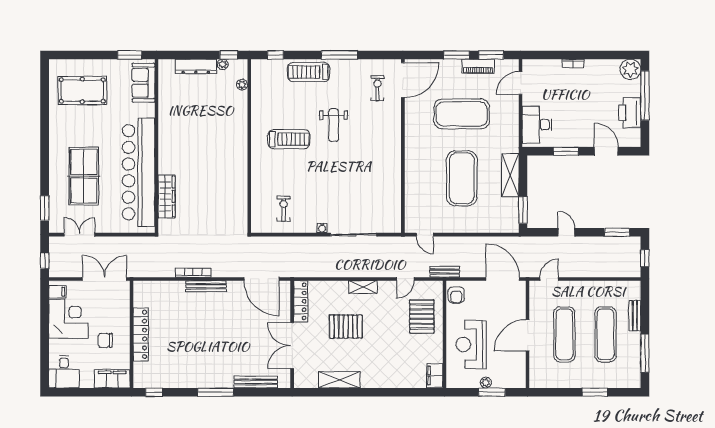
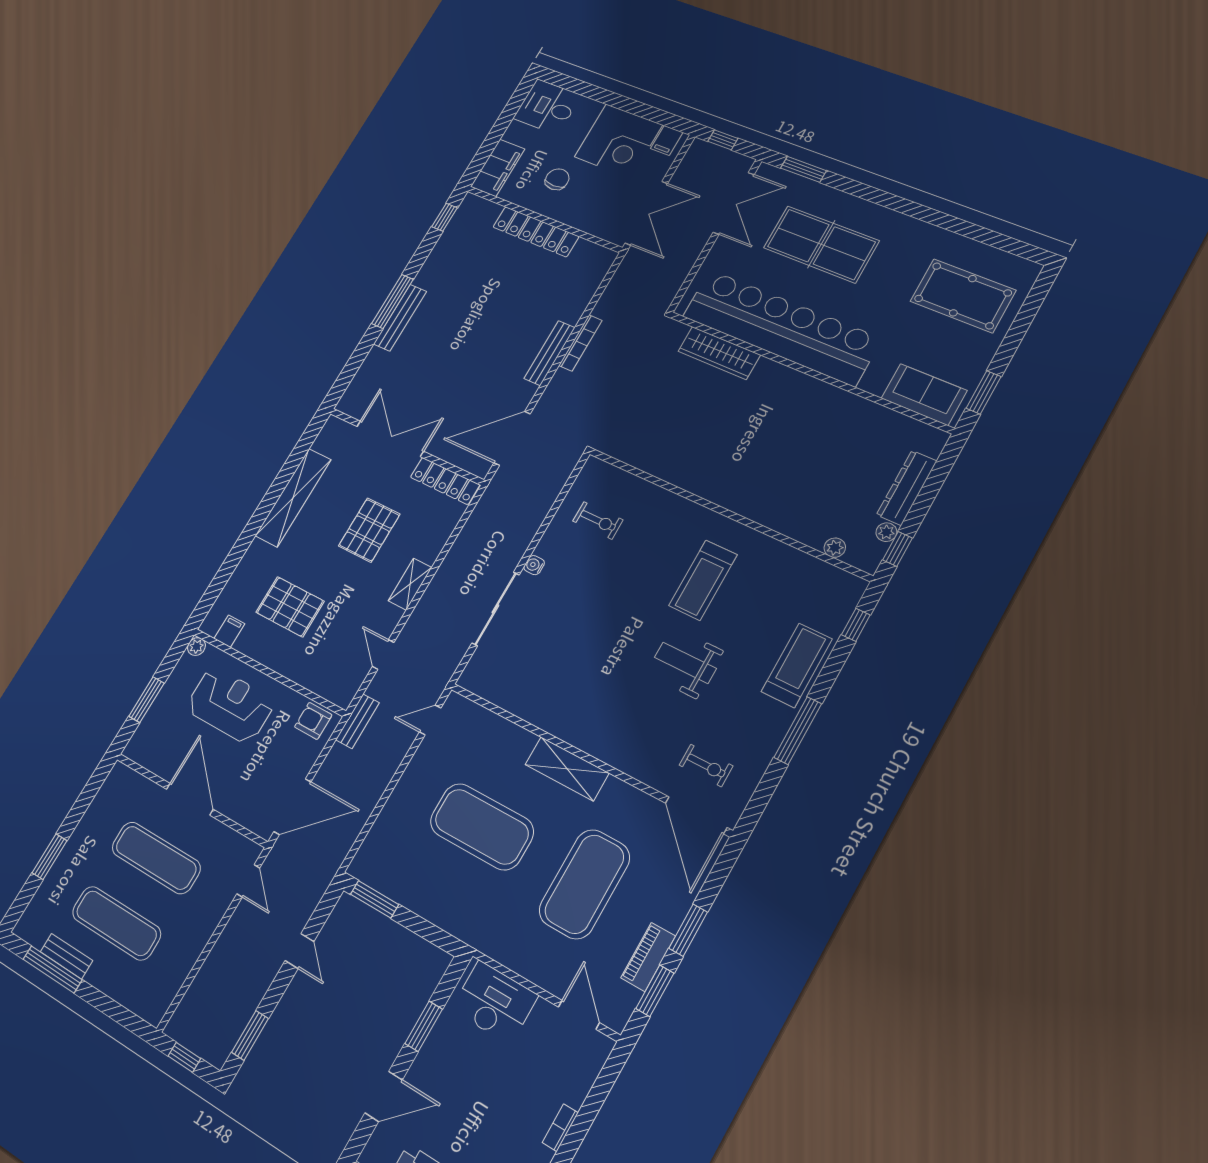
pool table: (82, 91) -> (963, 296), turned 90
shelving: (510, 175) -> (567, 769), moved
door: (566, 232) -> (300, 951), hinge flipped
double door: (79, 235) -> (734, 203), width x1.37
bench: (635, 316) -> (66, 956), moved
pallet: (422, 317) -> (290, 607), moved
filing cabinet: (435, 376) -> (229, 631), width x0.50
shelving: (339, 380) -> (293, 498), width x1.47
bench: (256, 382) -> (400, 318), moved
plant: (486, 383) -> (196, 647), moved

